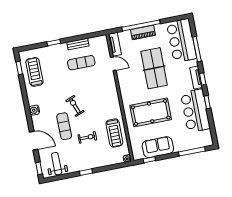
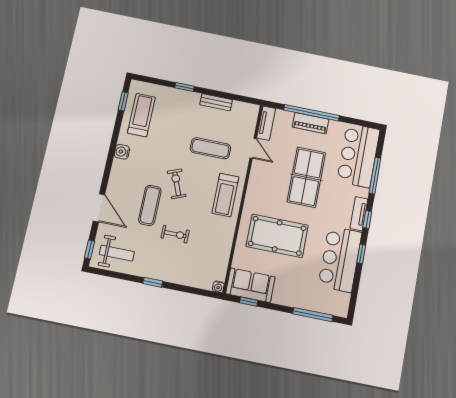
exercise mat: (81, 63) -> (210, 148), moved
water cooler: (34, 110) -> (122, 152), moved
treadmill: (114, 133) -> (225, 195), moved
sofa: (158, 147) -> (250, 285), moved
weight bench: (57, 164) -> (117, 253), turned 90

